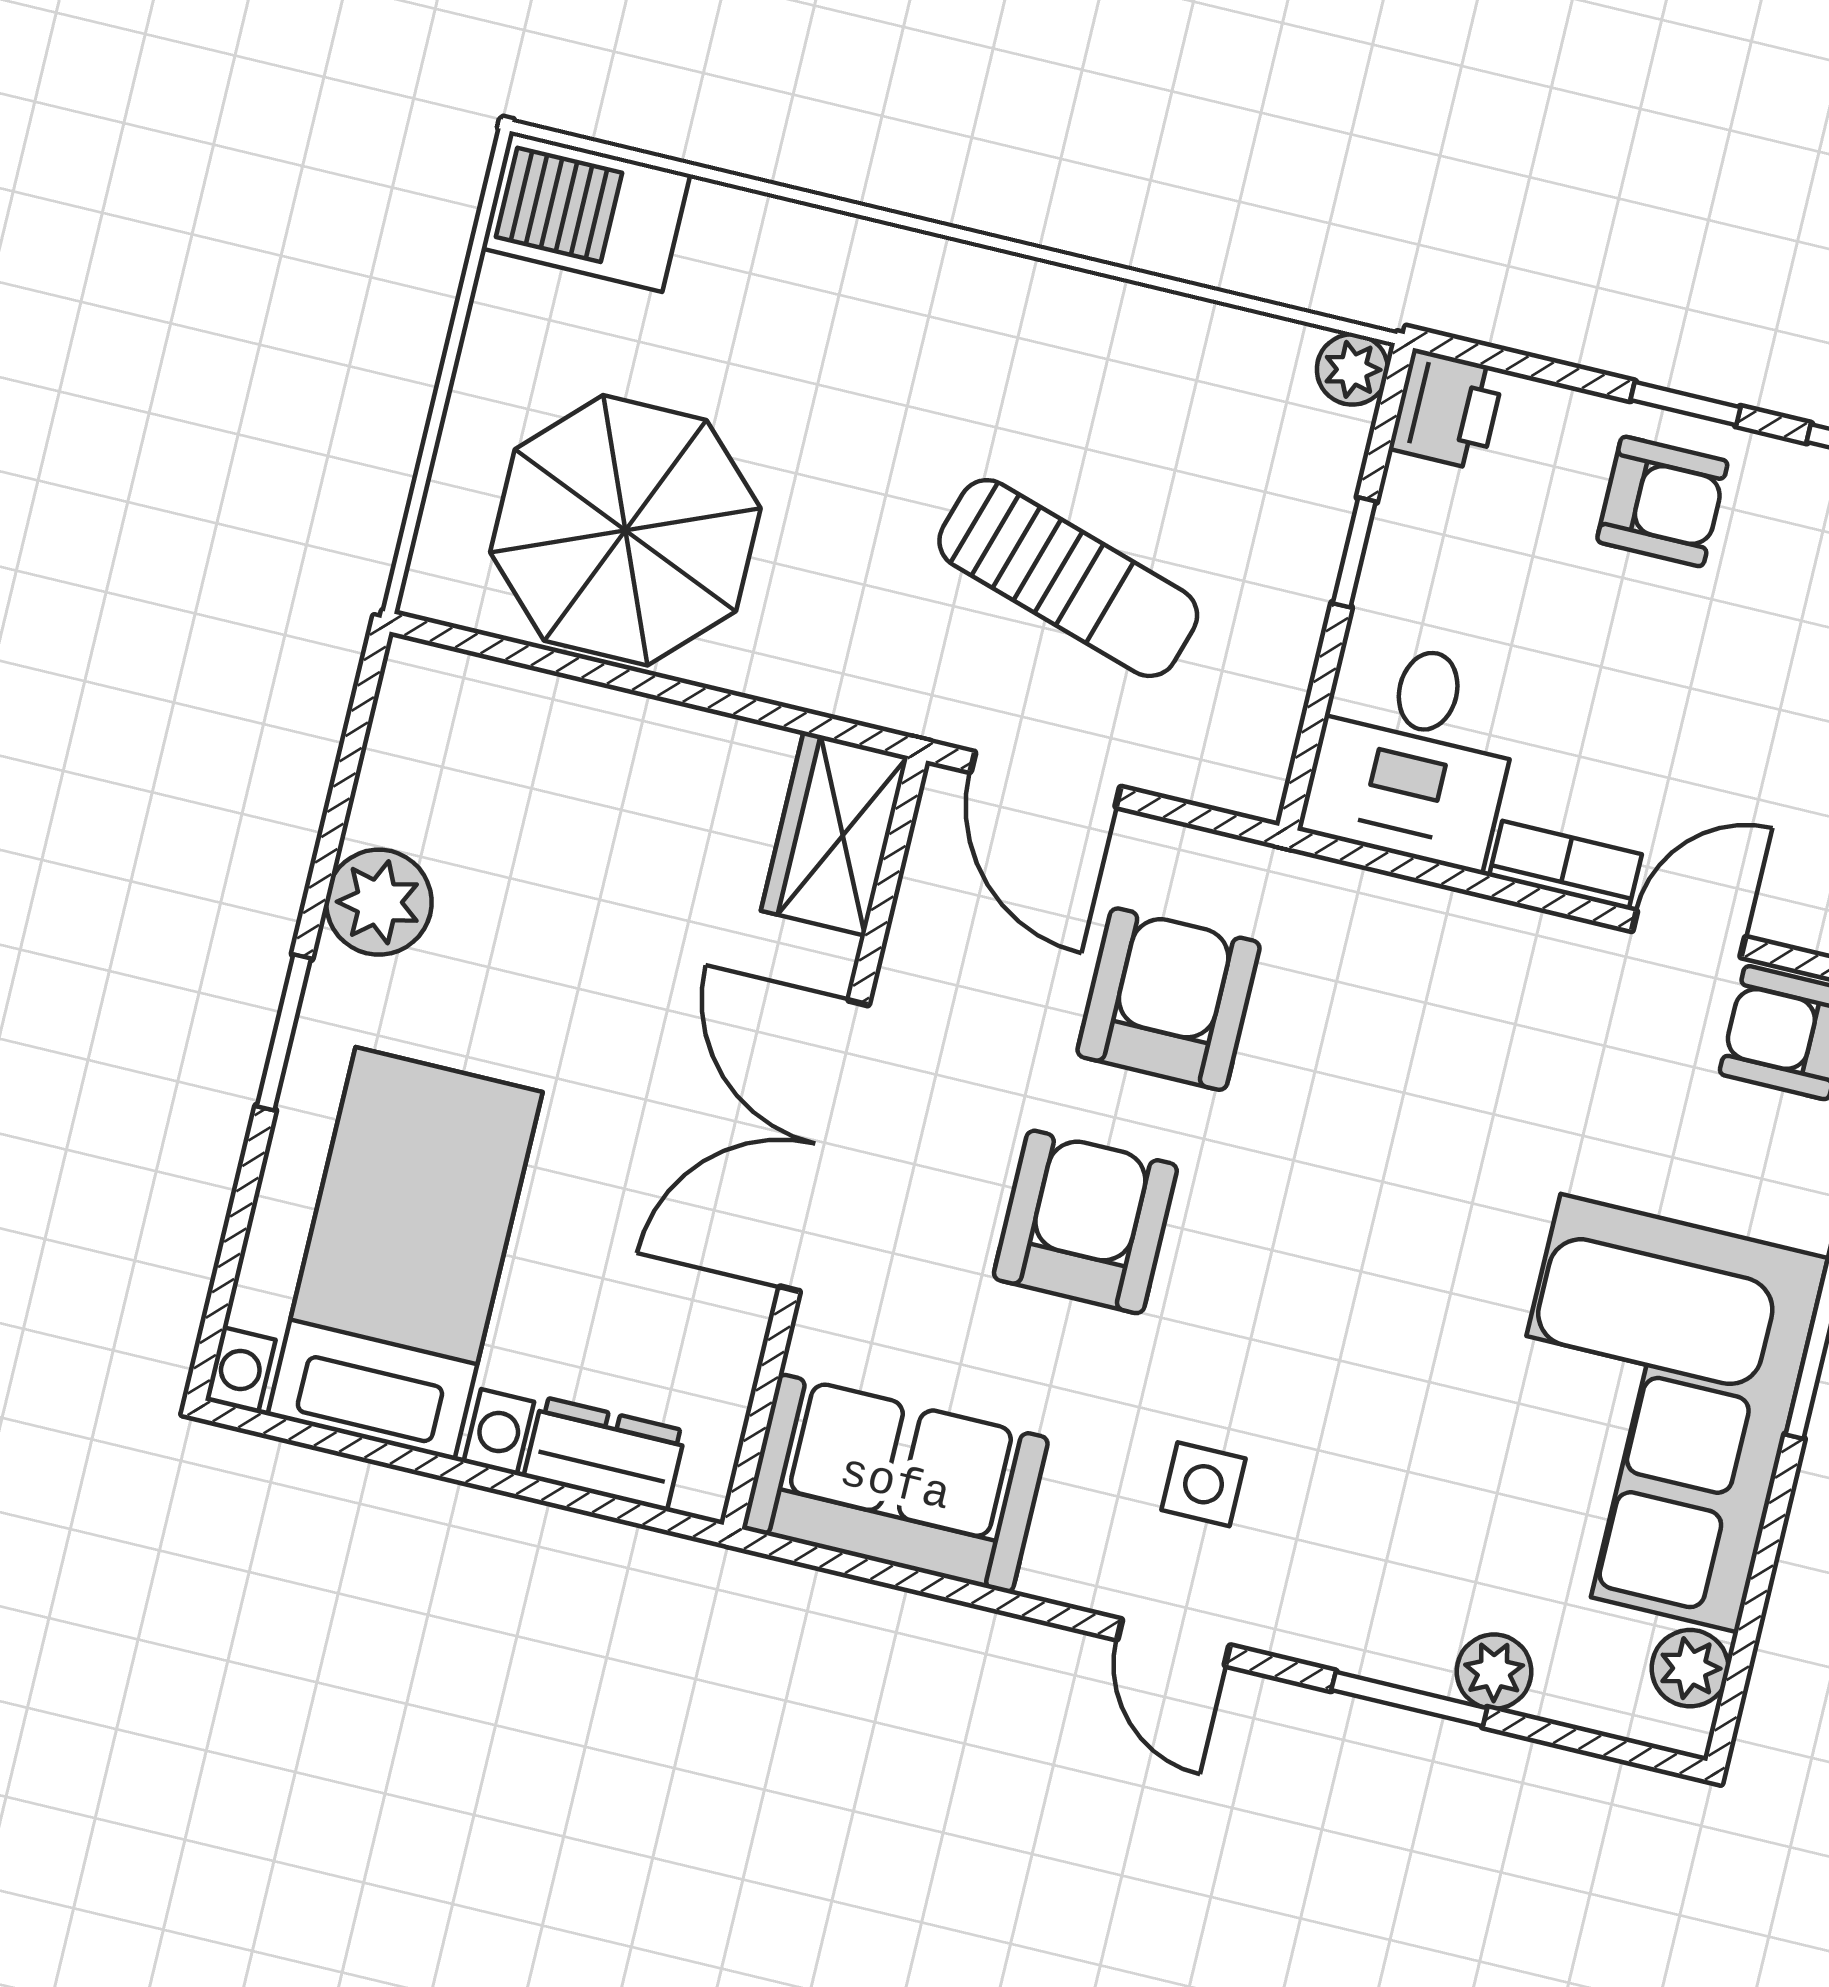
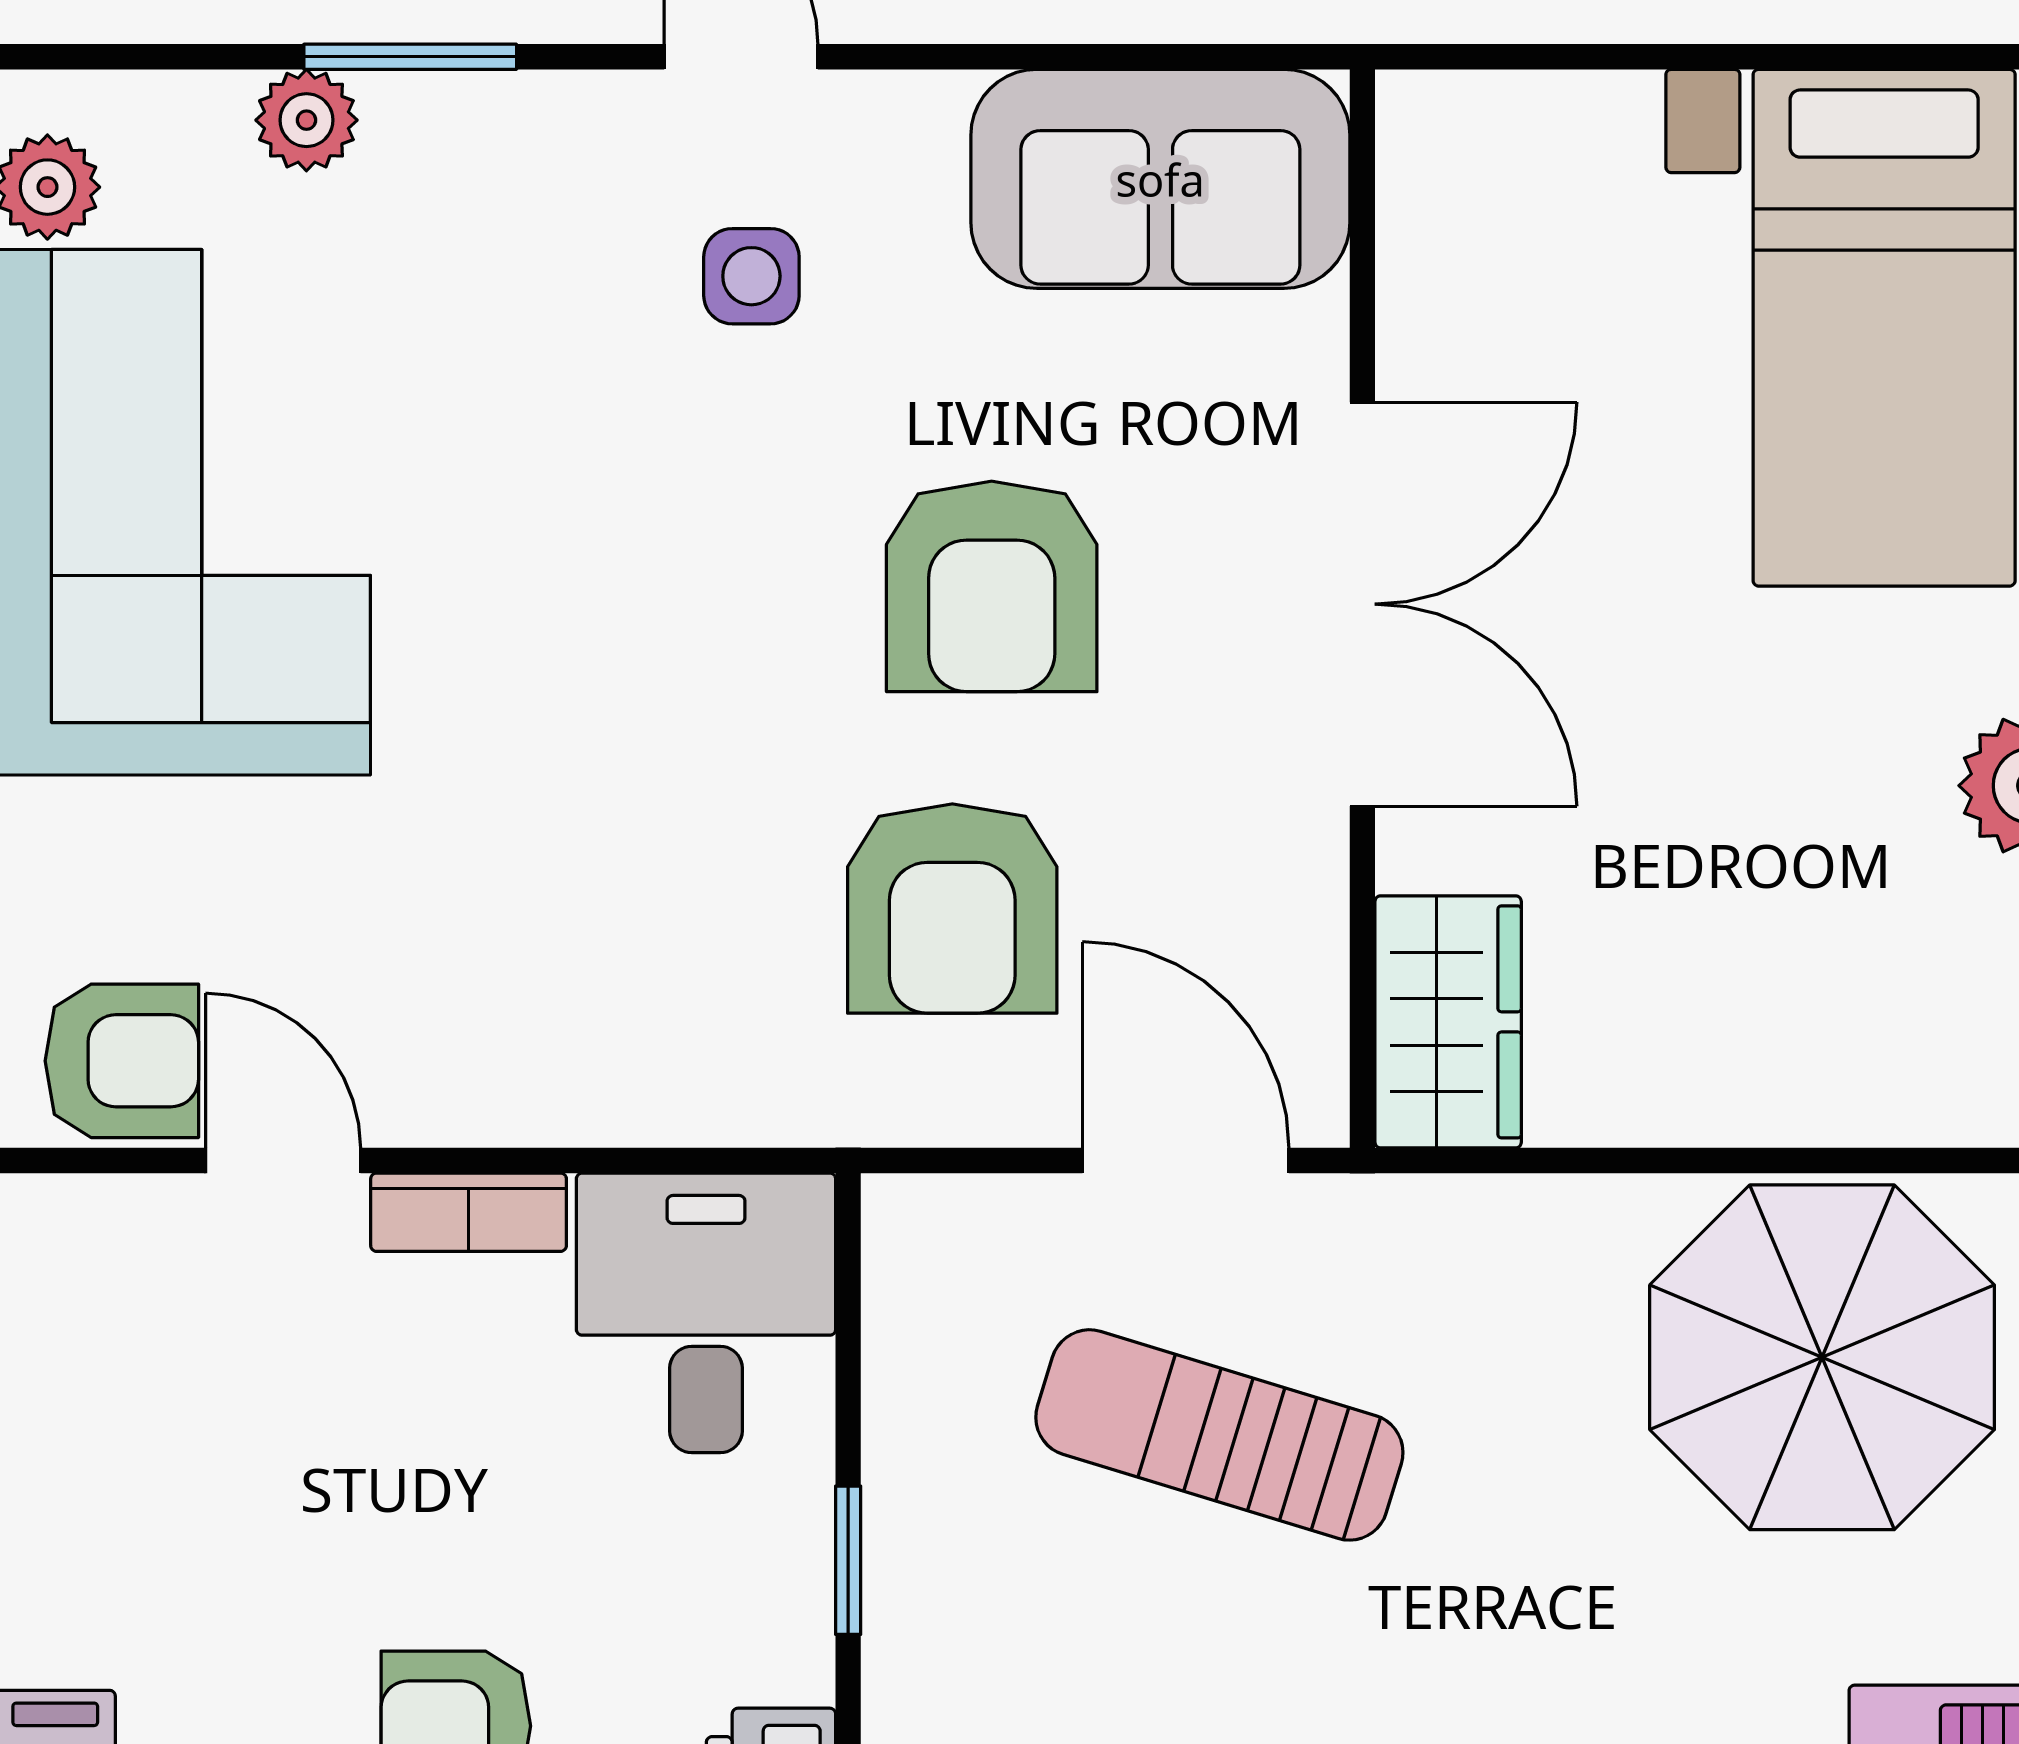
door: (1689, 934) -> (283, 1161), swing flipped
dresser: (605, 1454) -> (1555, 126), removed

